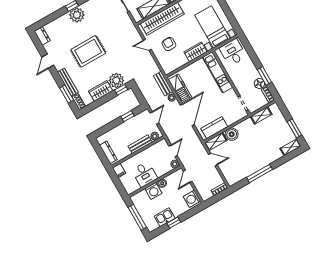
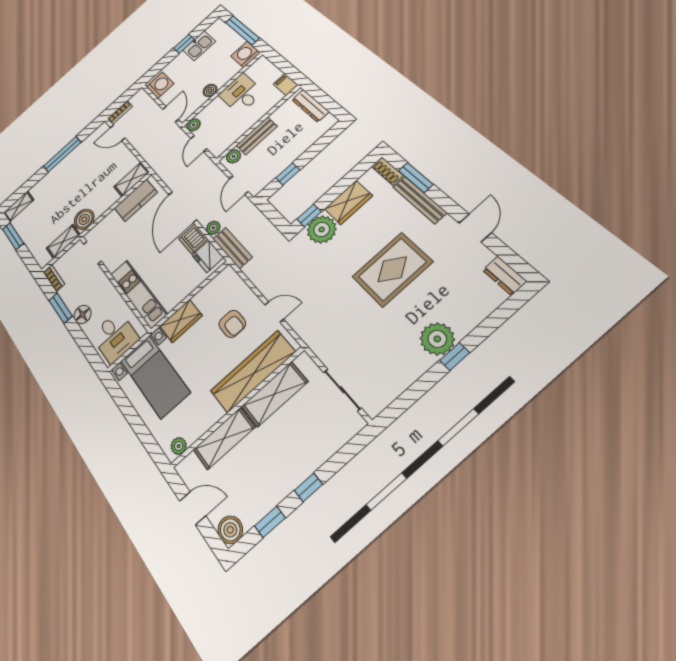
floor lamp: (259, 83) -> (83, 314), moved
boiler: (232, 134) -> (84, 219), moved
door: (213, 160) -> (118, 133), moved
washing machine: (153, 191) -> (245, 54), moved

